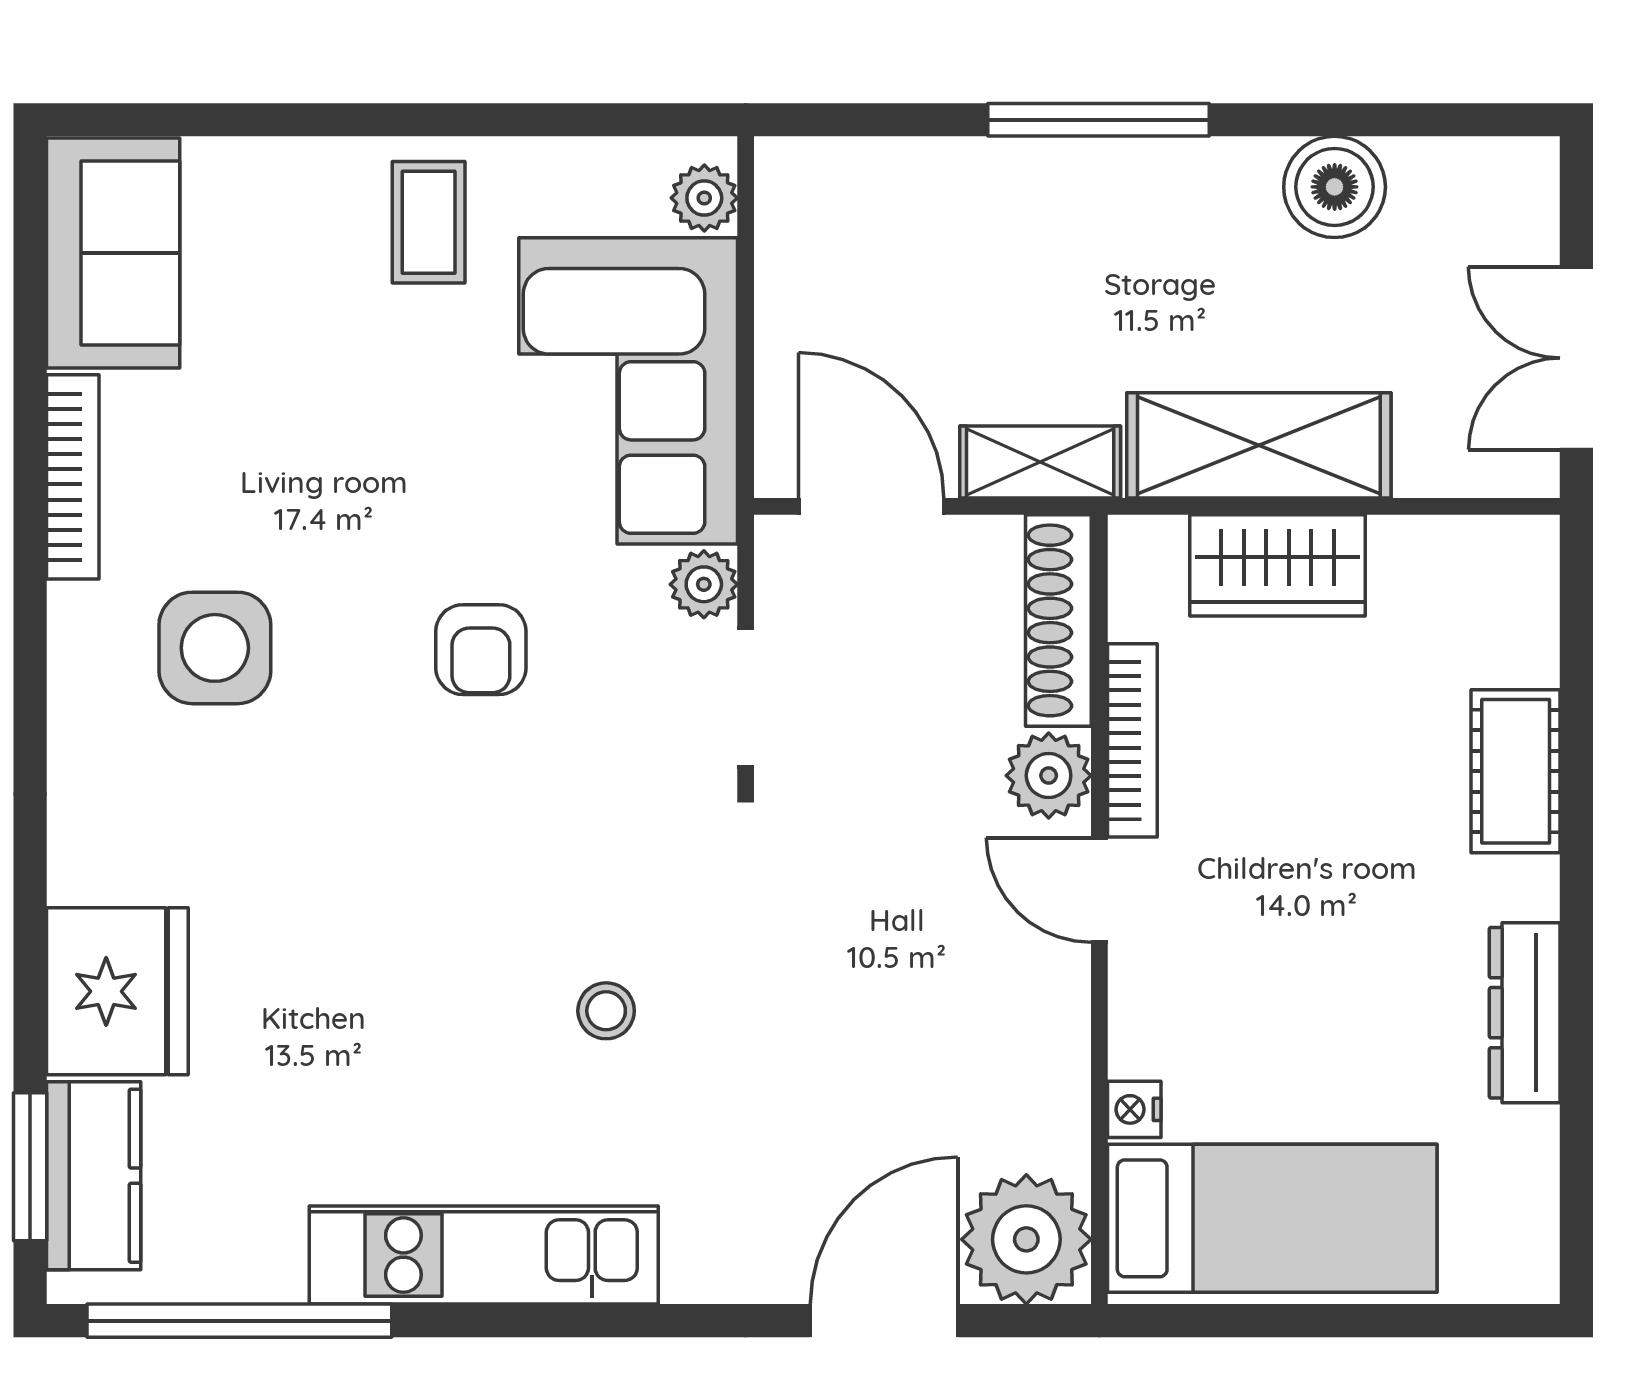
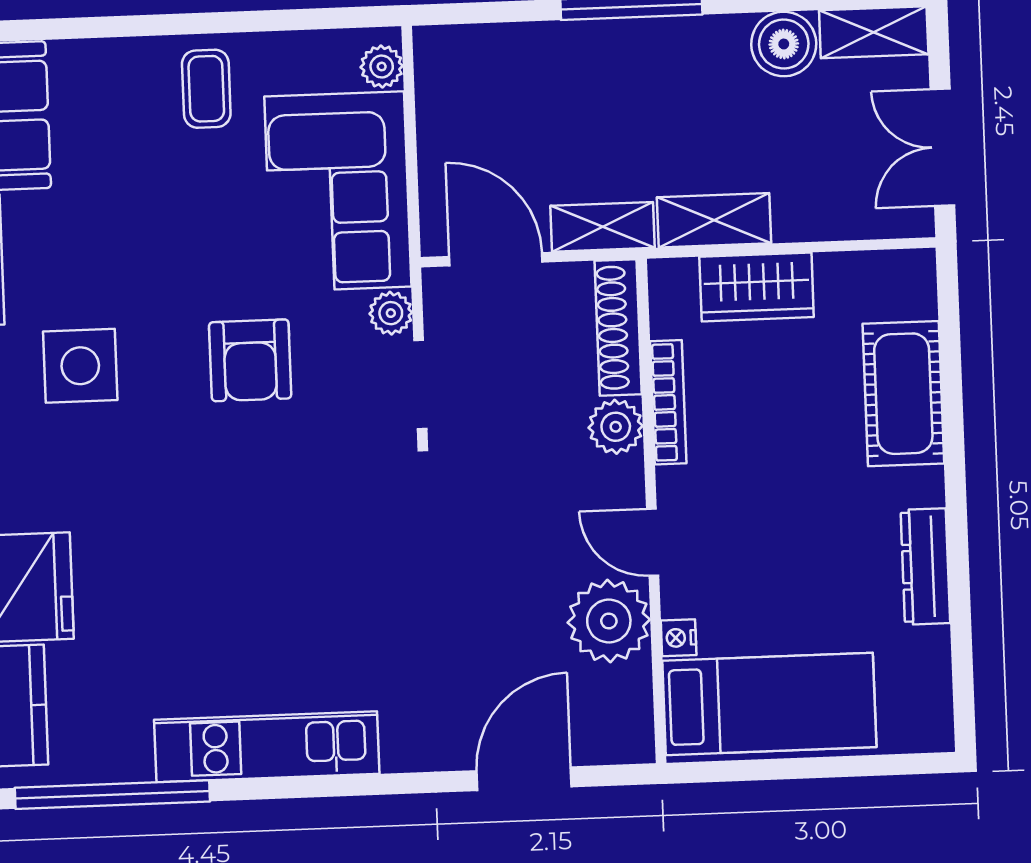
shelving: (1476, 174) -> (874, 32), added
shelving: (1259, 445) -> (714, 220), width x0.67, depth x0.75
armchair: (481, 650) -> (250, 360), width x1.38, depth x1.38
cot: (1516, 771) -> (903, 394), width x1.37, depth x1.34
door: (1099, 890) -> (653, 542), moved
stool: (606, 1011) -> (339, 588), removed
plant: (1026, 1239) -> (609, 621), moved

